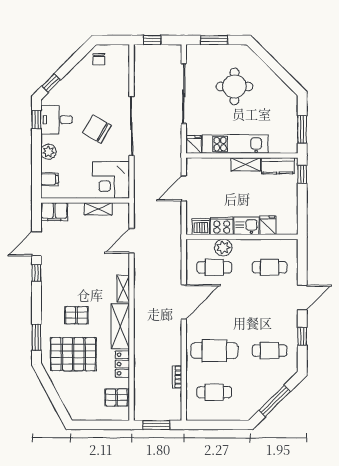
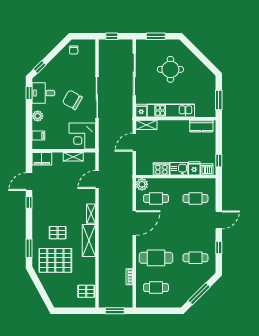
shelving: (246, 164) -> (146, 125), moved
window: (302, 174) -> (219, 161), moved
dishwasher: (201, 227) -> (207, 169), moved
plant: (223, 248) -> (142, 184), moved
locker: (122, 364) -> (90, 267), removed

